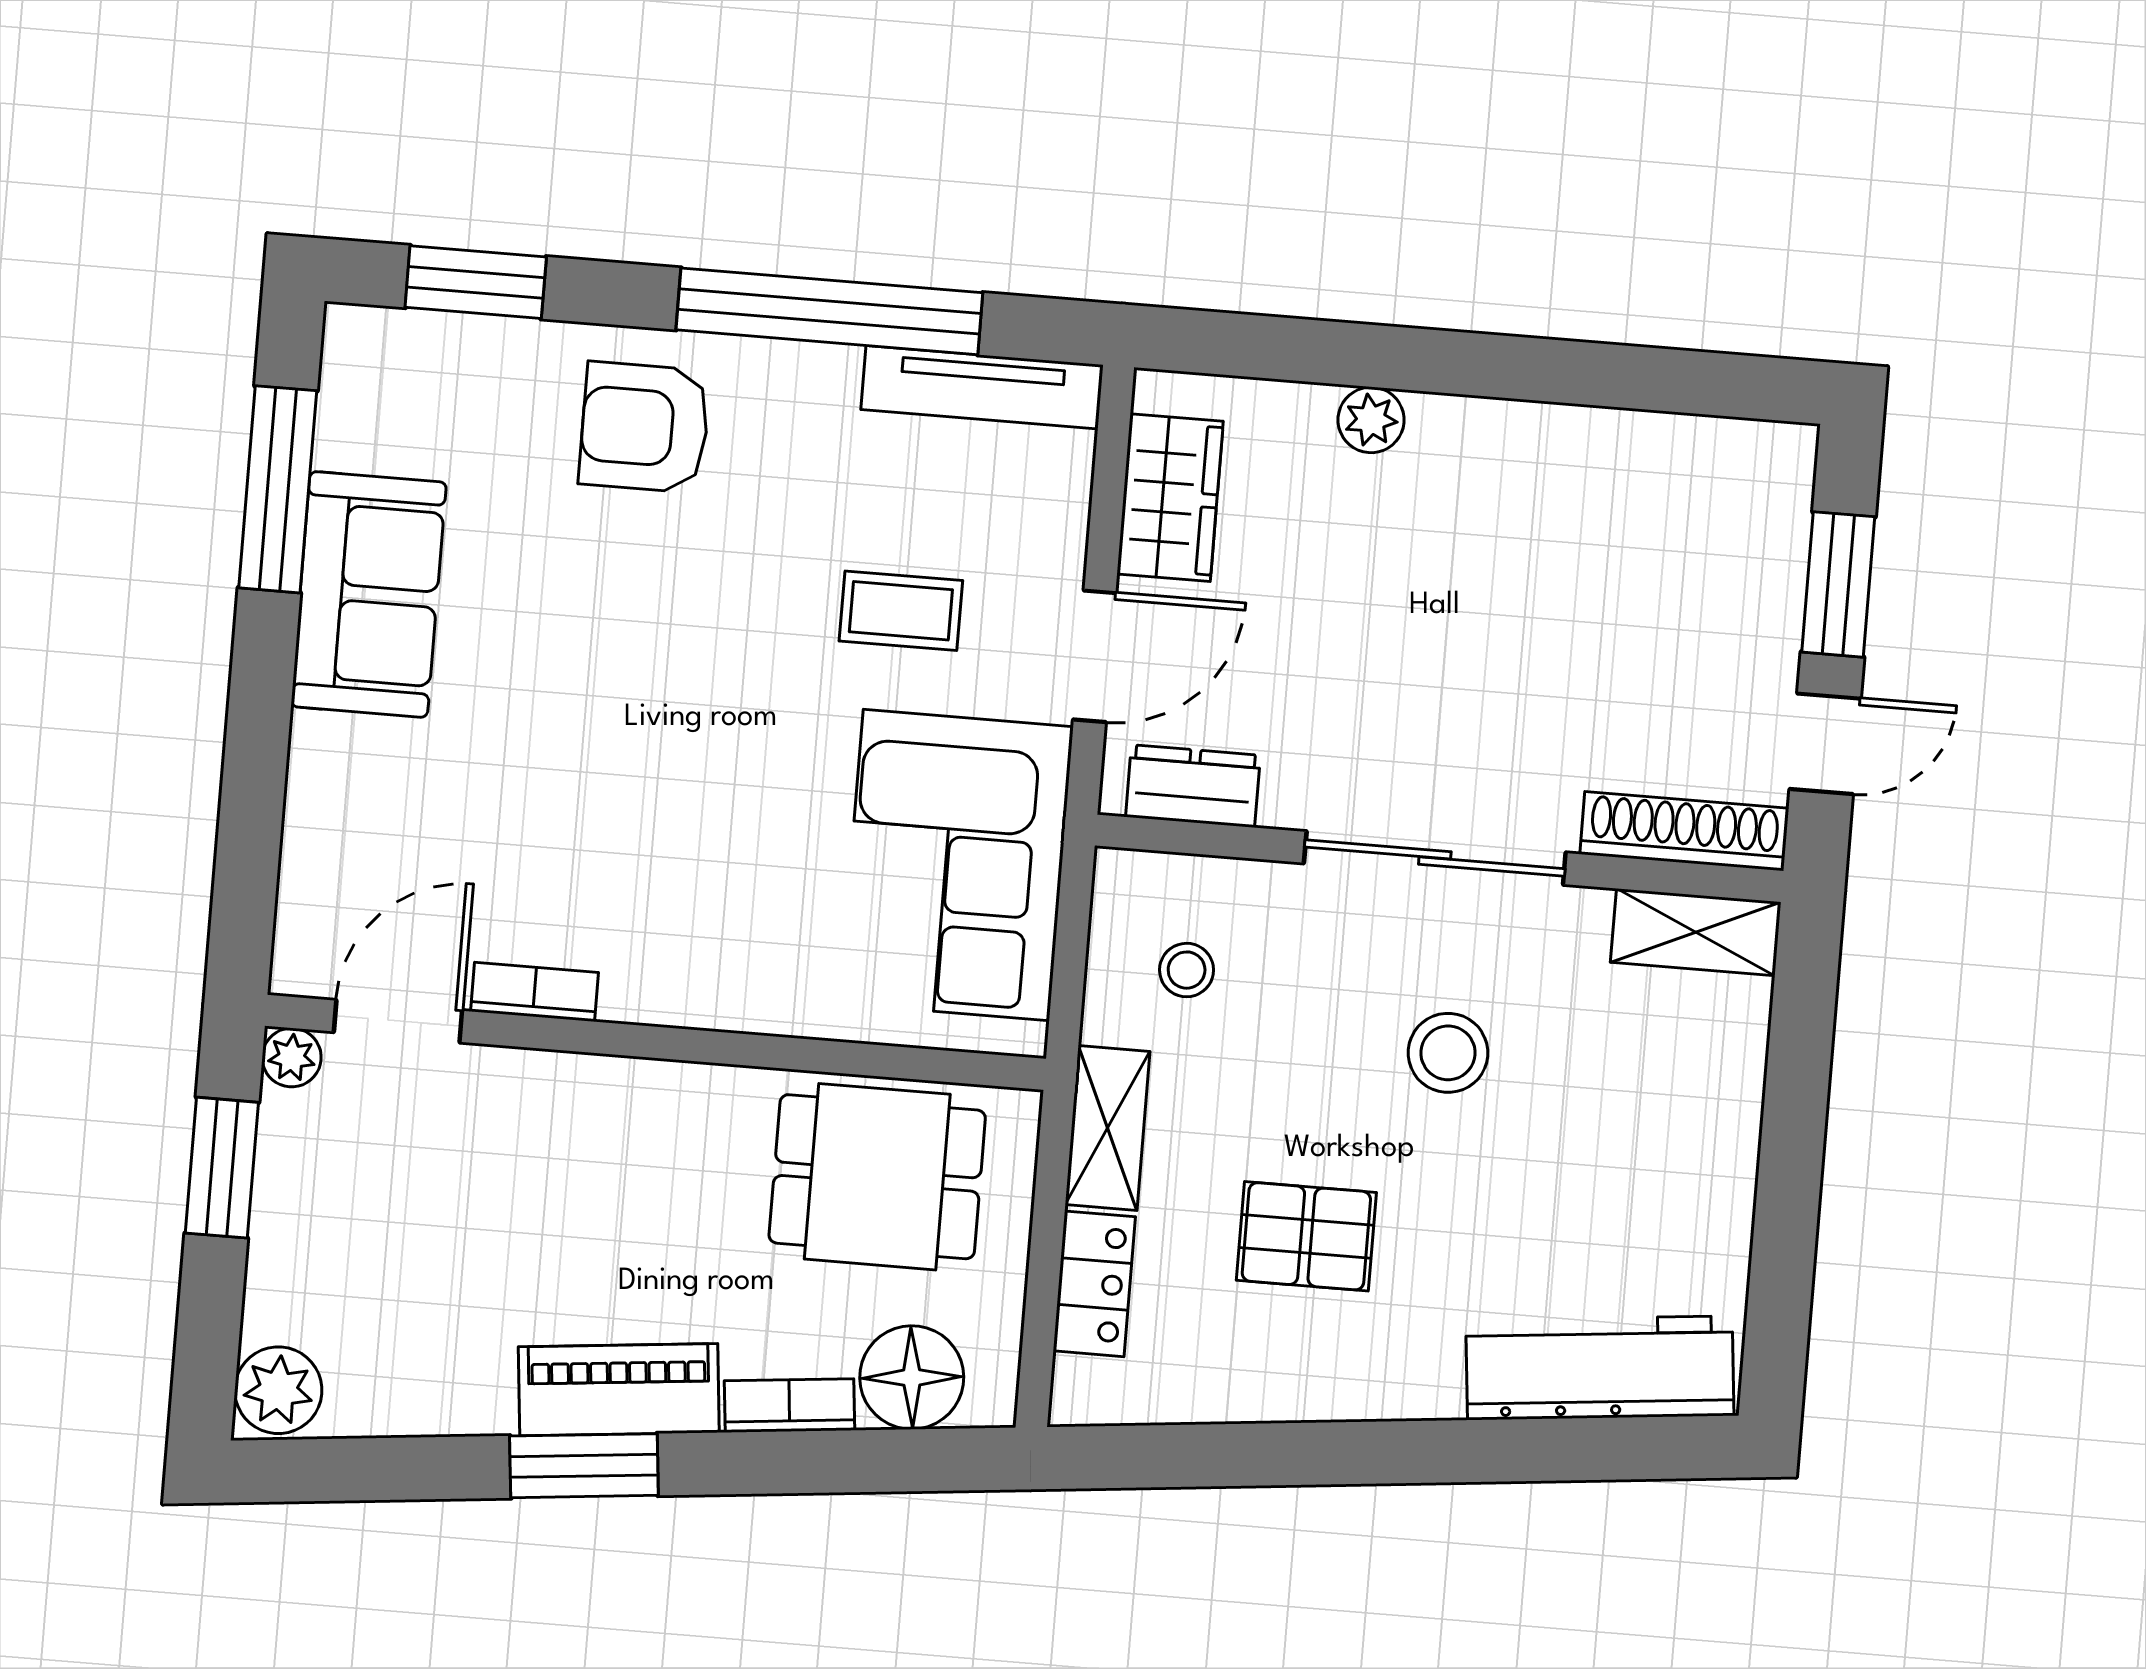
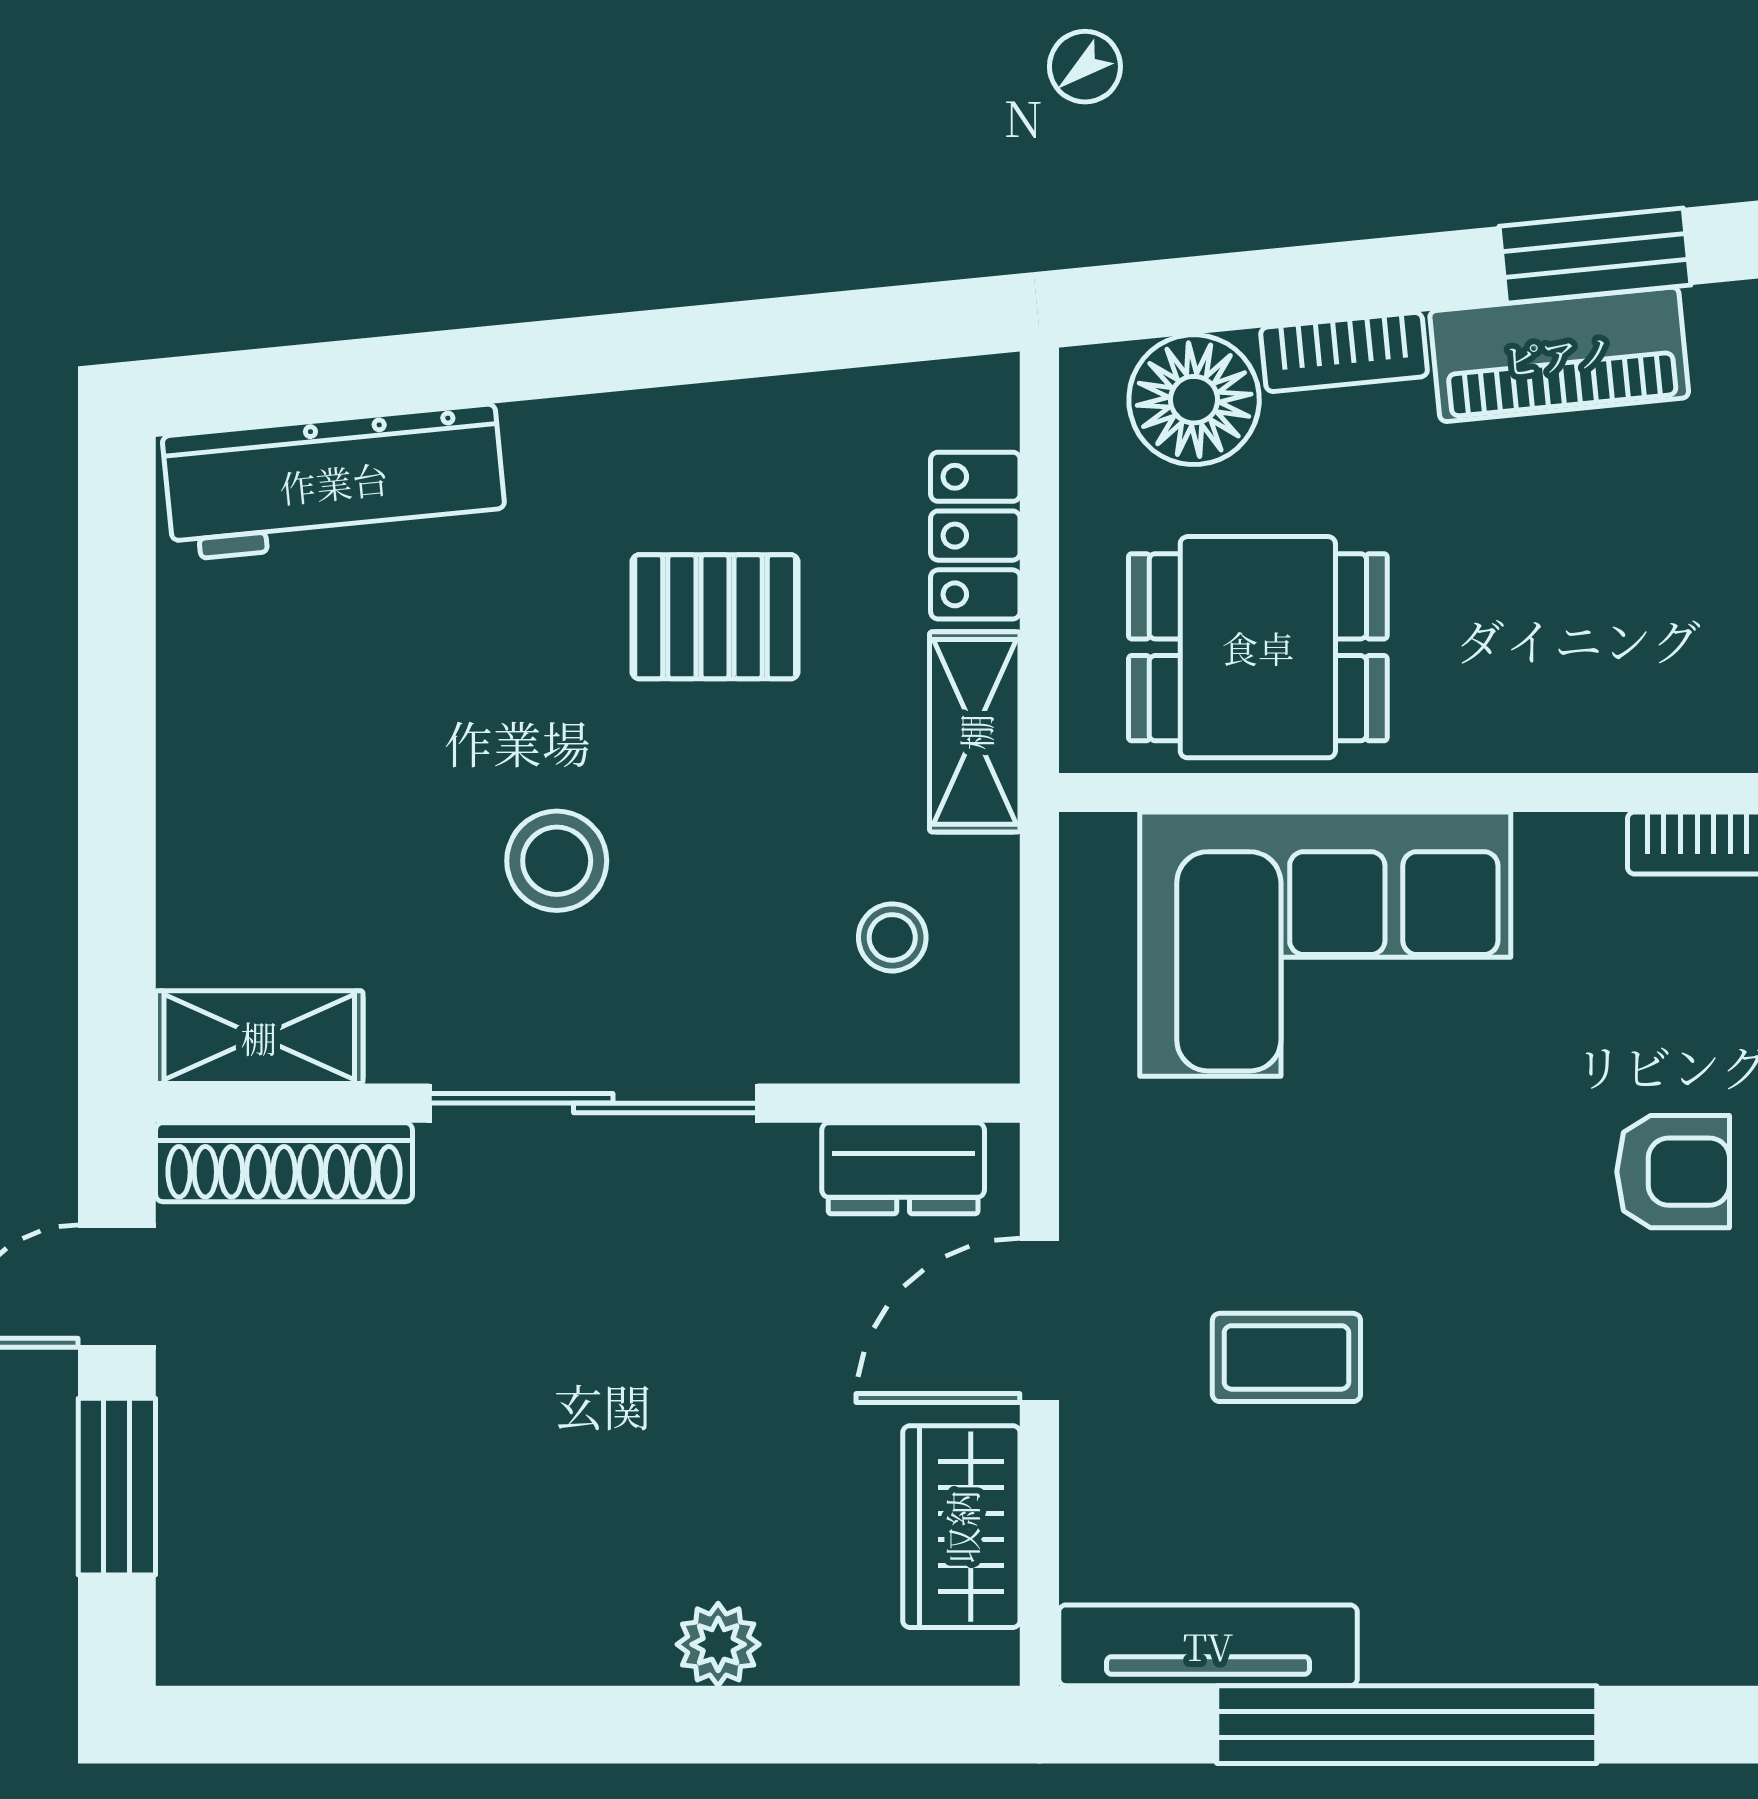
armchair: (645, 427) -> (1673, 1172), moved, width x0.72, depth x0.72
corner sofa: (956, 865) -> (1325, 944), moved, turned 90

